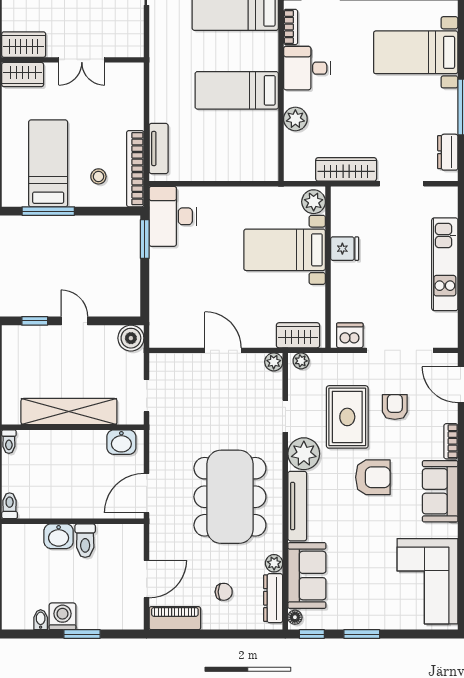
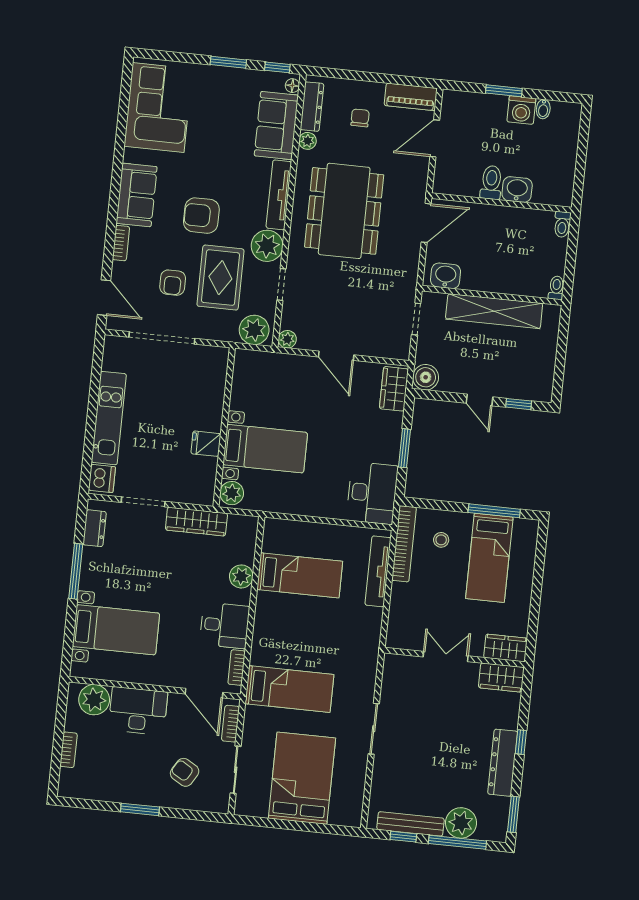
bed: (237, 90) -> (300, 575), moved
tv unit: (159, 149) -> (378, 571), width x1.41
window: (145, 239) -> (404, 448), moved
wardrobe: (298, 335) -> (394, 389), moved, turned 90
dishwasher: (350, 335) -> (102, 478), moved, turned -90
plant: (301, 361) -> (254, 330), width x1.87, depth x1.87
chair: (224, 592) -> (360, 118), turned 90

